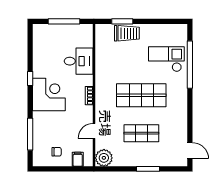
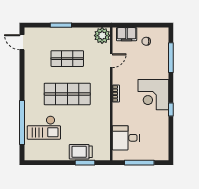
desk: (79, 61) -> (126, 138), moved
filing cabinet: (78, 159) -> (127, 34), width x2.00

